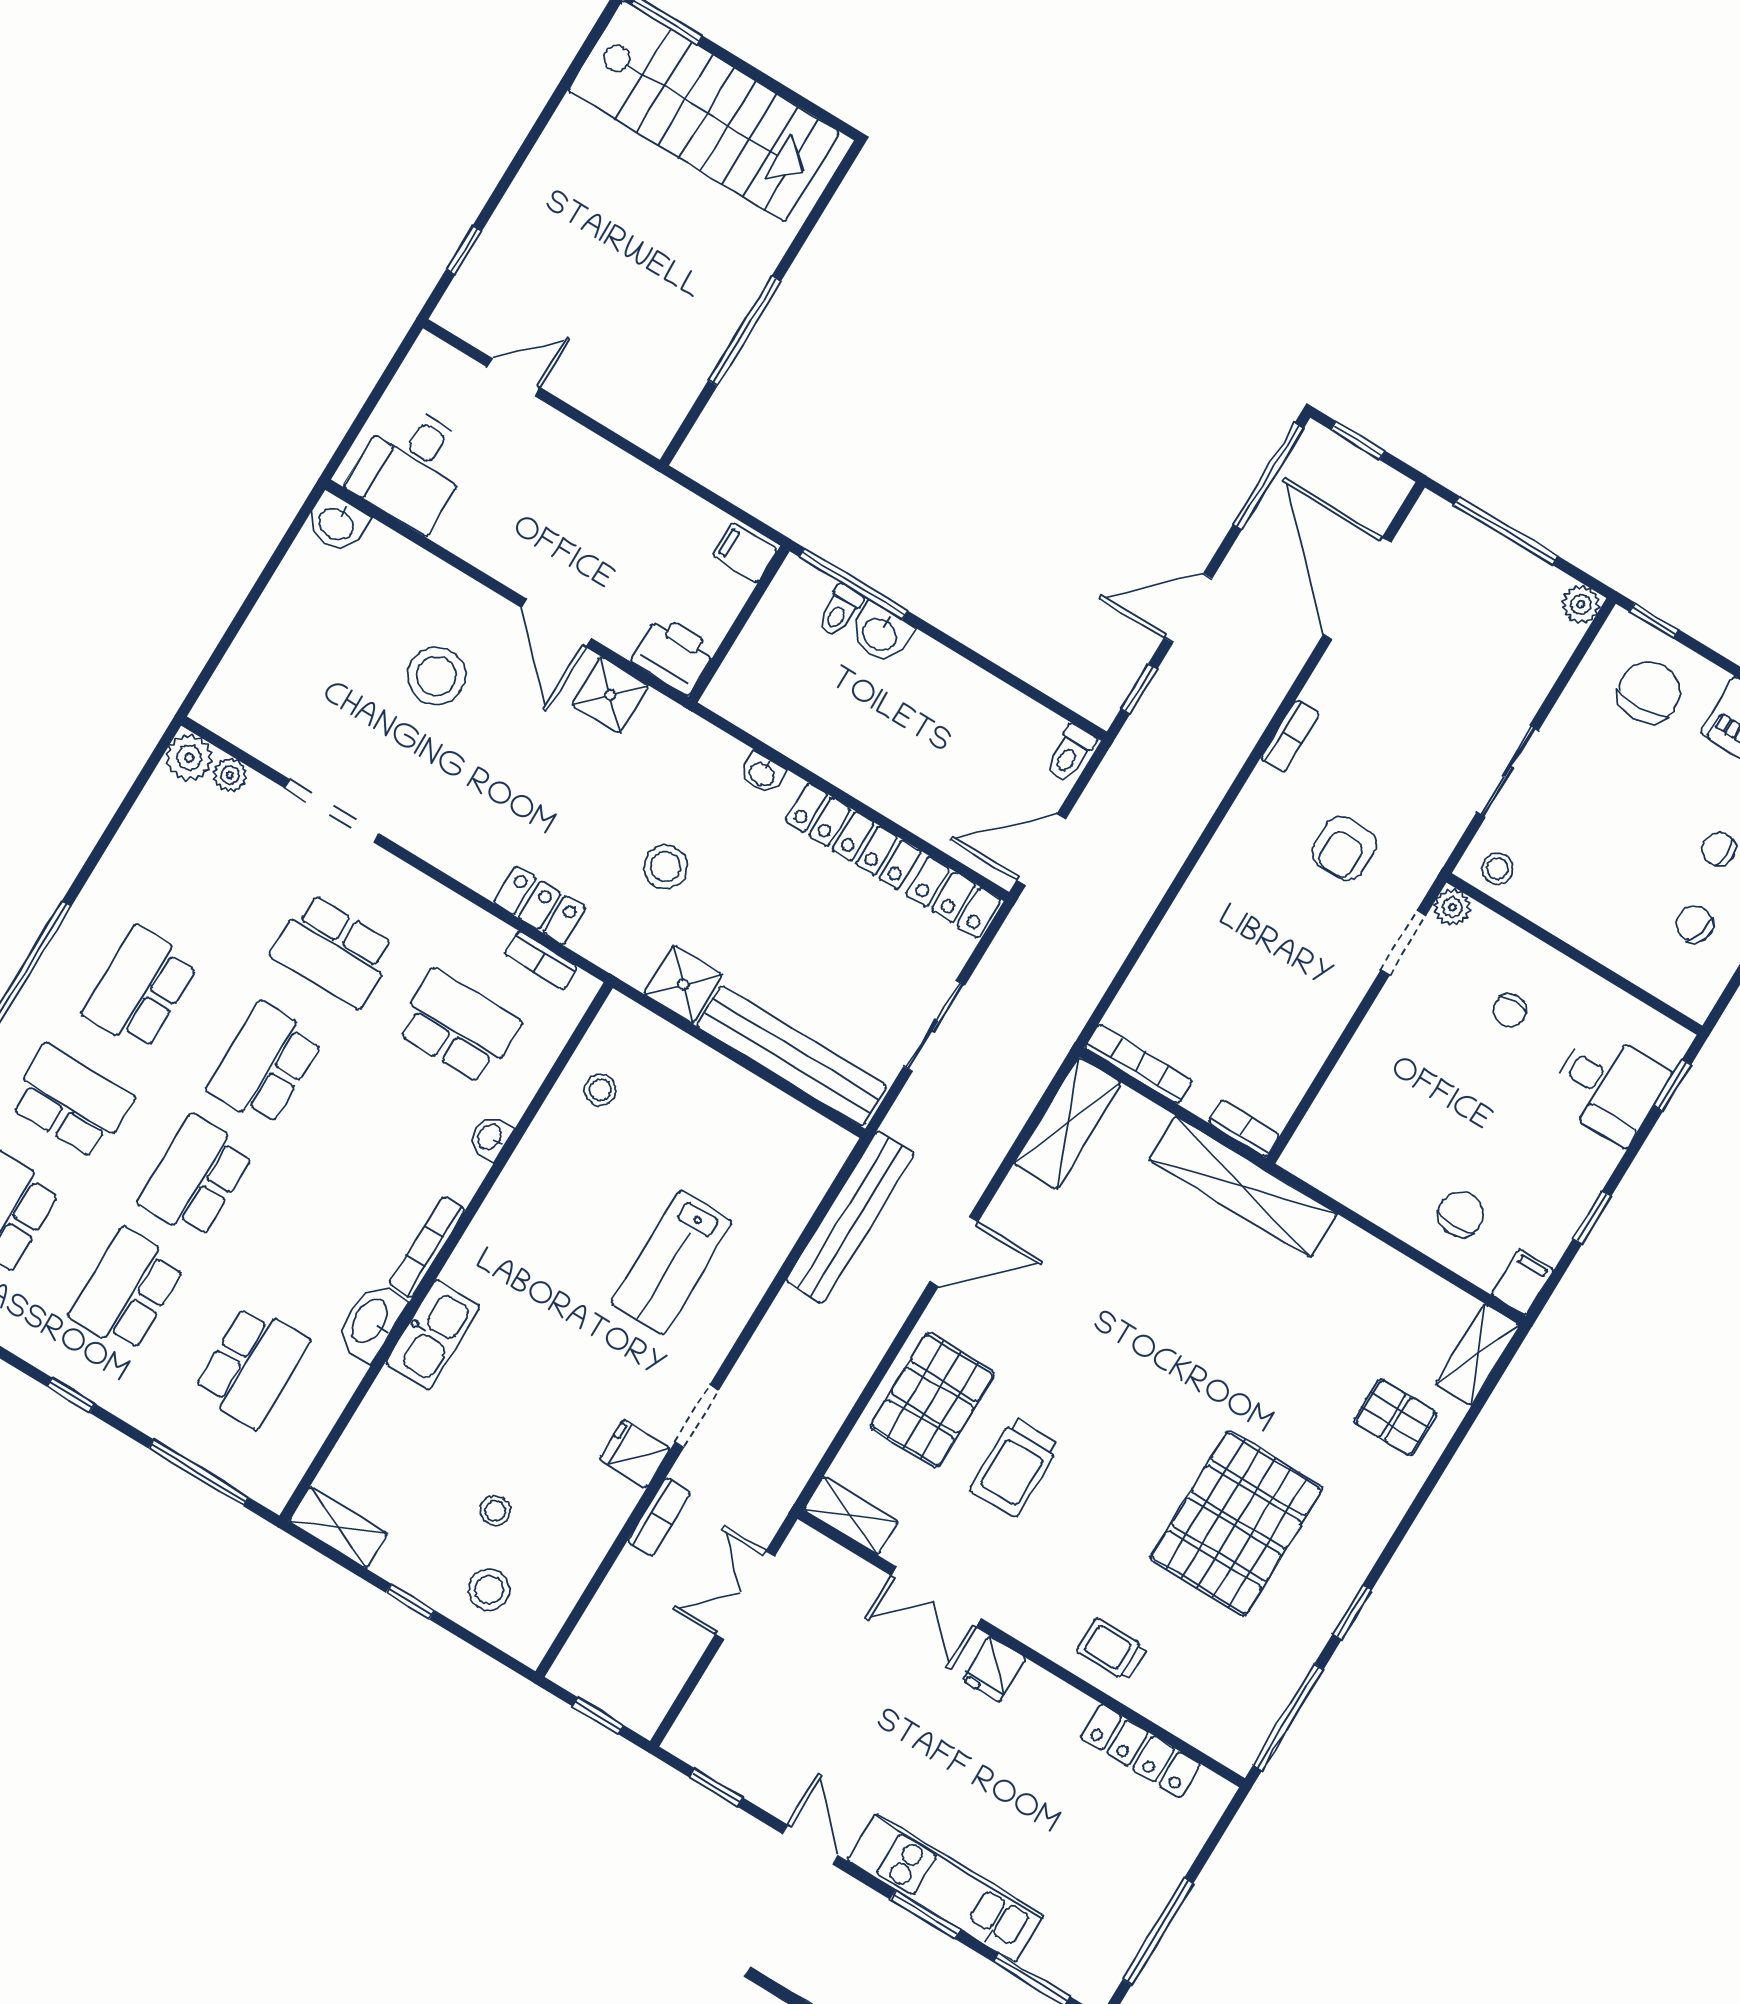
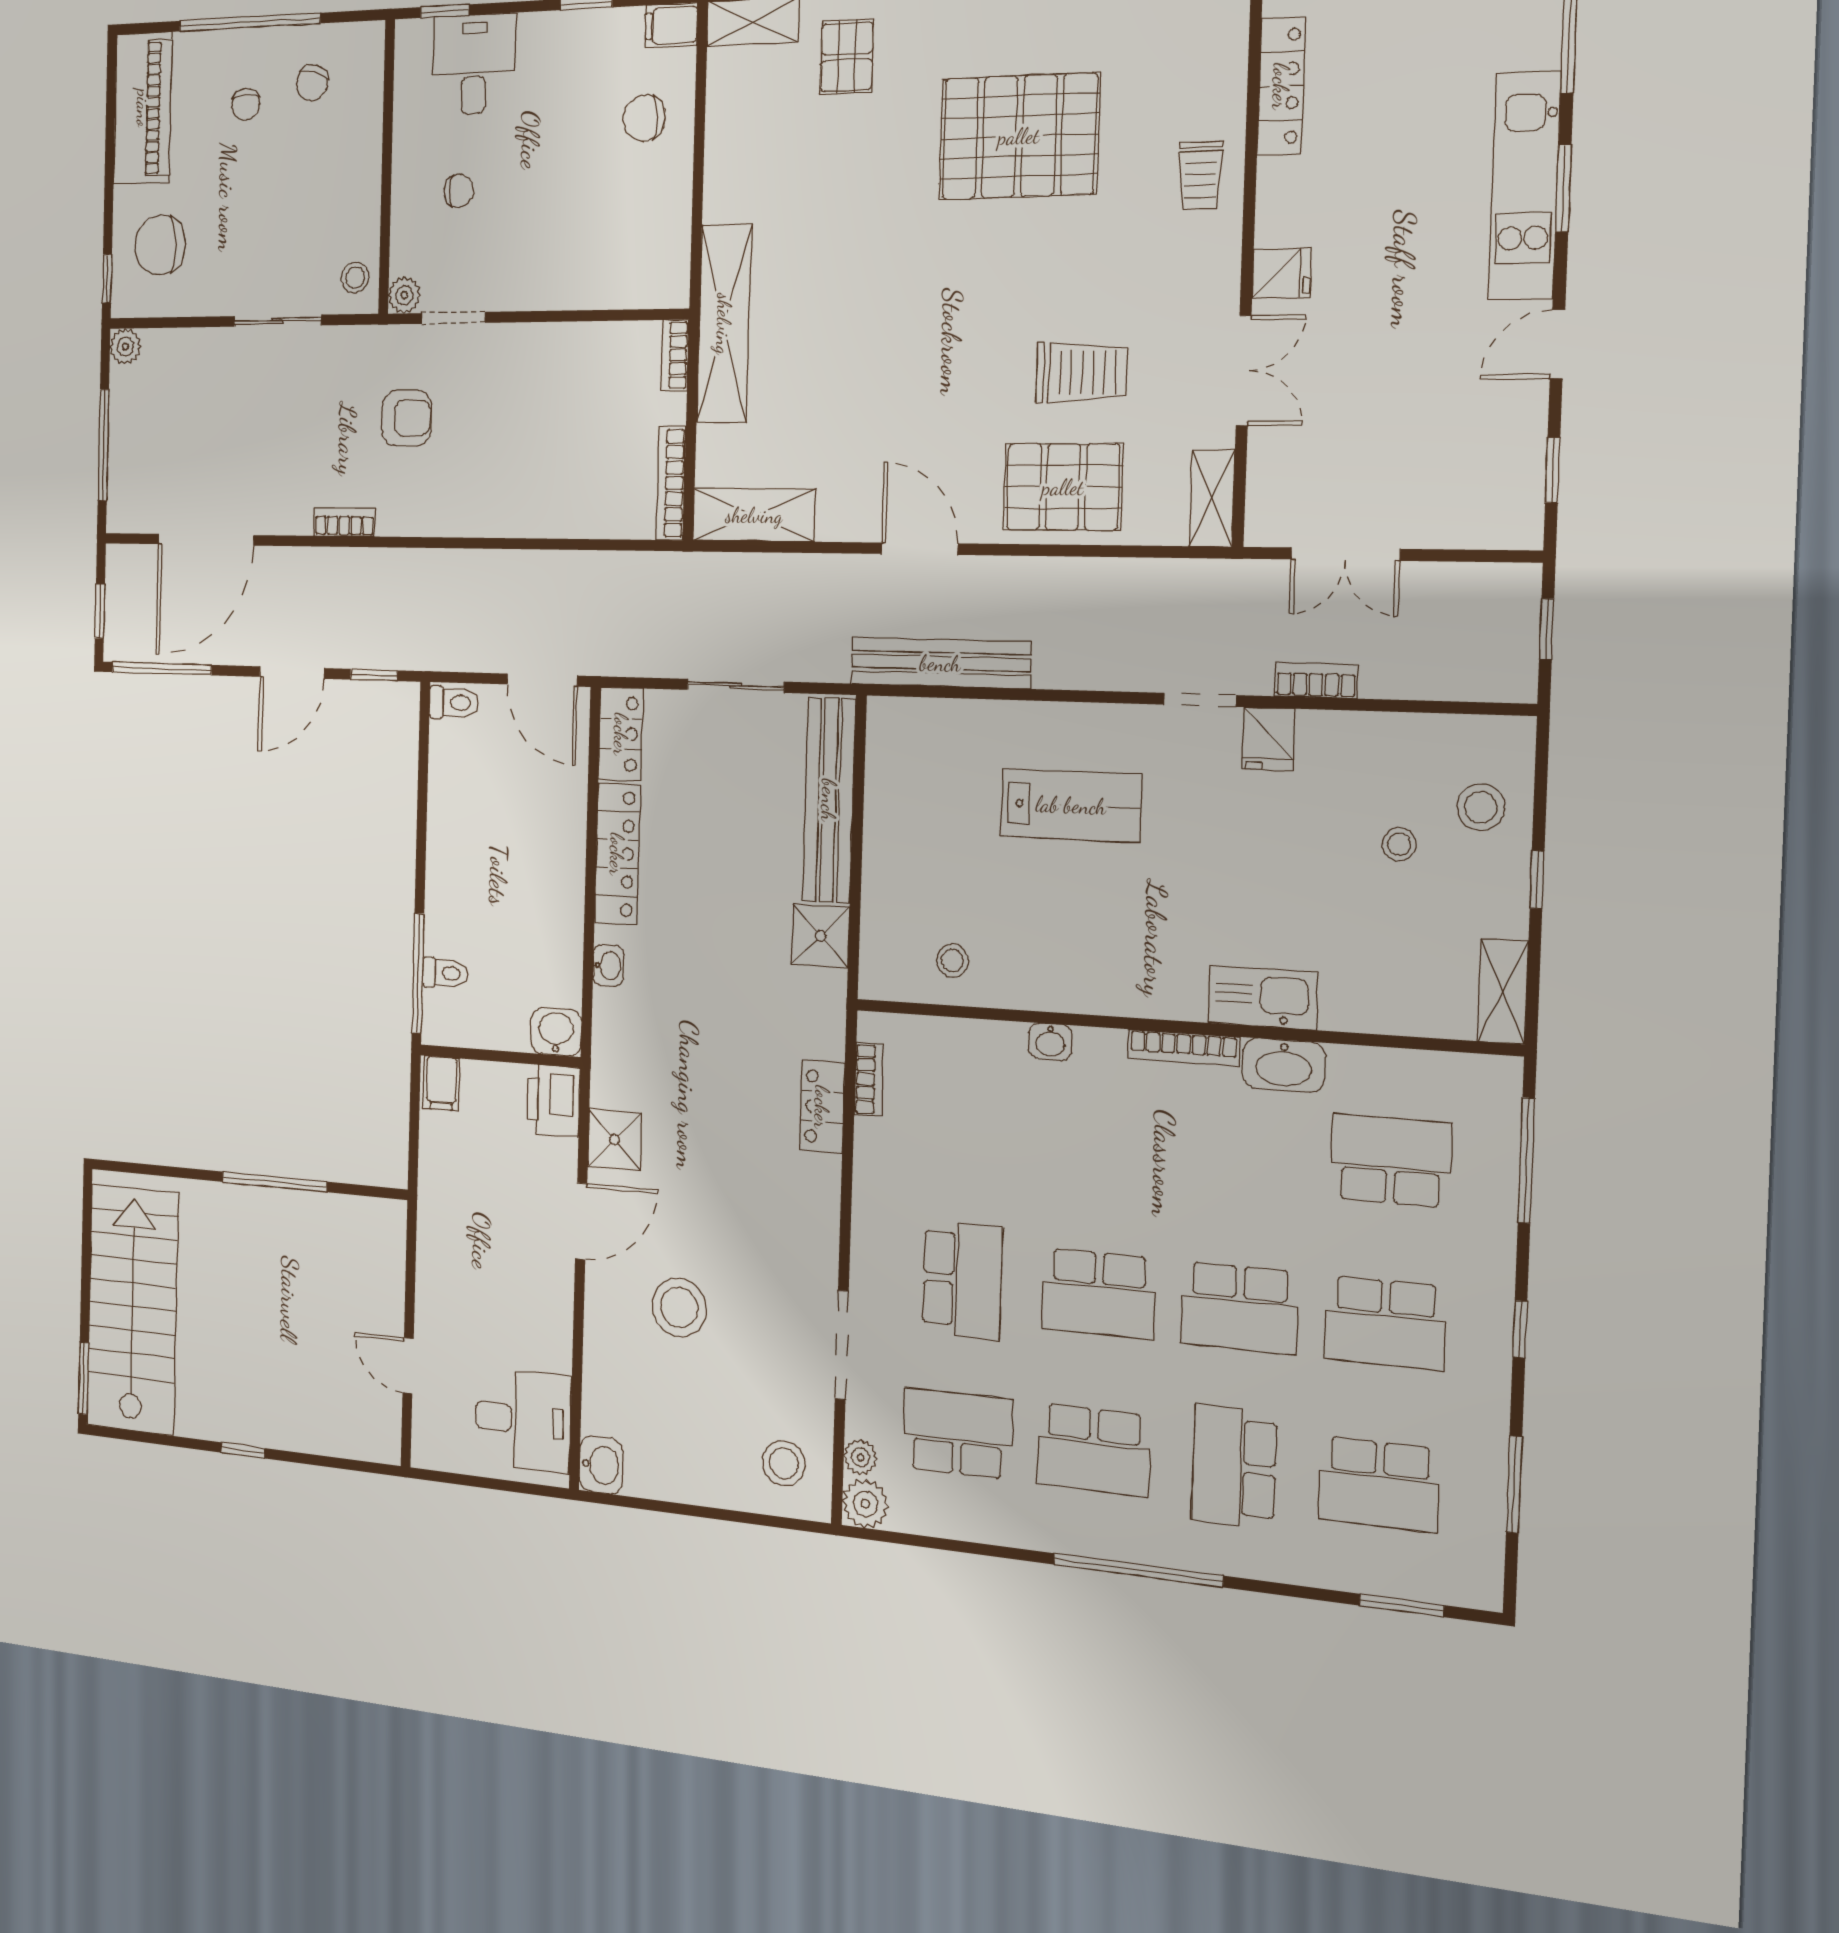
window: (464, 250) -> (243, 1450), moved
door: (1188, 608) -> (292, 673), hinge flipped
washbasin: (880, 634) -> (556, 1032), moved, turned -90
stool: (665, 867) -> (784, 1463), moved
school desk: (458, 1027) -> (958, 1433), moved, turned 90

